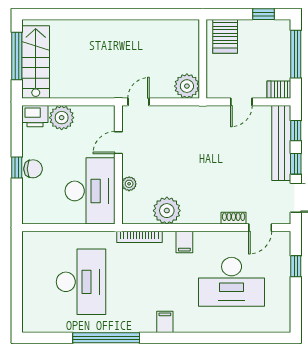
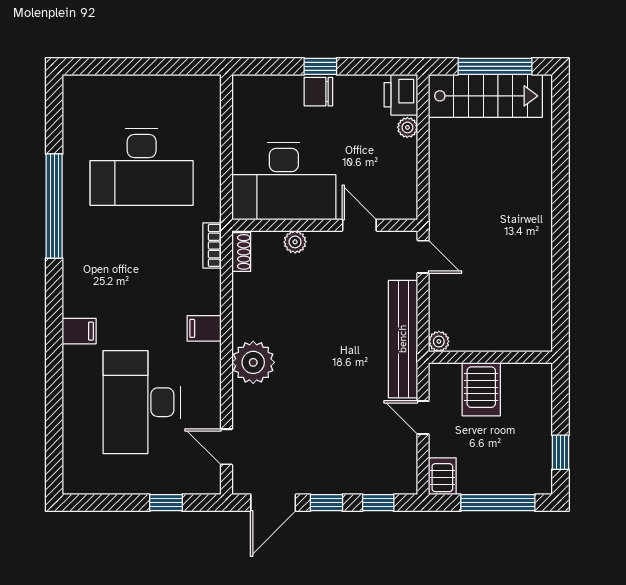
server rack: (225, 36) -> (481, 389), moved, turned -90
plant: (187, 86) -> (439, 341), width x0.53, depth x0.53
plant: (62, 118) -> (407, 127), width x0.53, depth x0.53
bench: (281, 143) -> (403, 339), moved, turned 90
chair: (33, 169) -> (318, 92), turned 90
plant: (167, 211) -> (253, 362), moved
shoe rack: (234, 218) -> (241, 252), moved
bookcase: (139, 237) -> (212, 245), width x0.64
filing cabinet: (165, 322) -> (79, 331), moved

